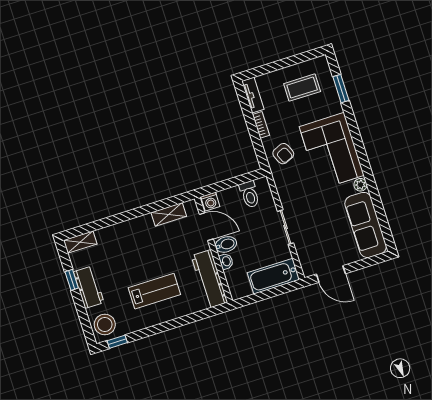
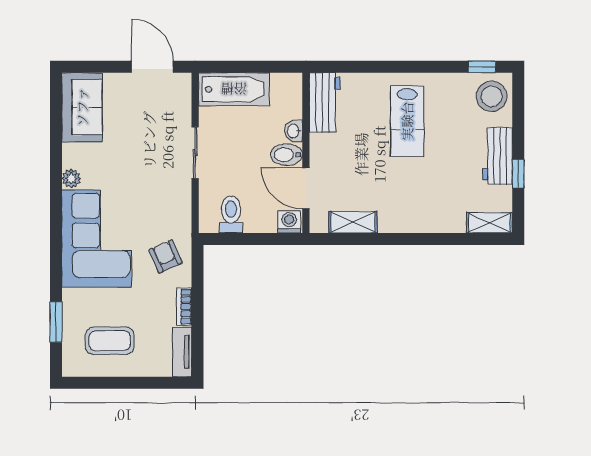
sofa: (366, 225) -> (82, 107), width x0.73
workbench: (209, 279) -> (325, 102), width x0.73
lab bench: (154, 291) -> (407, 121), turned -90

